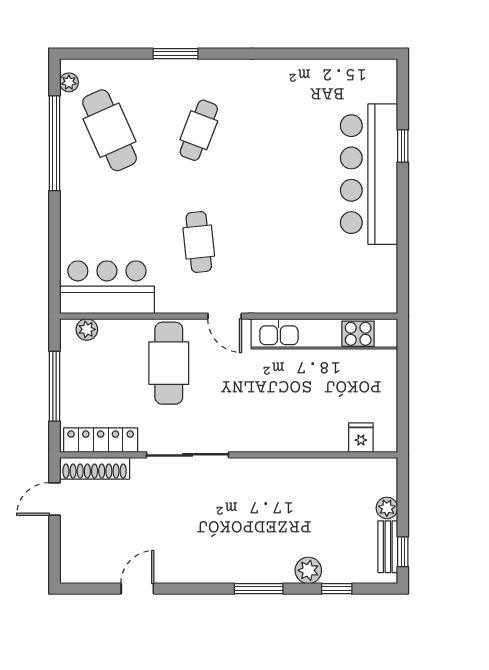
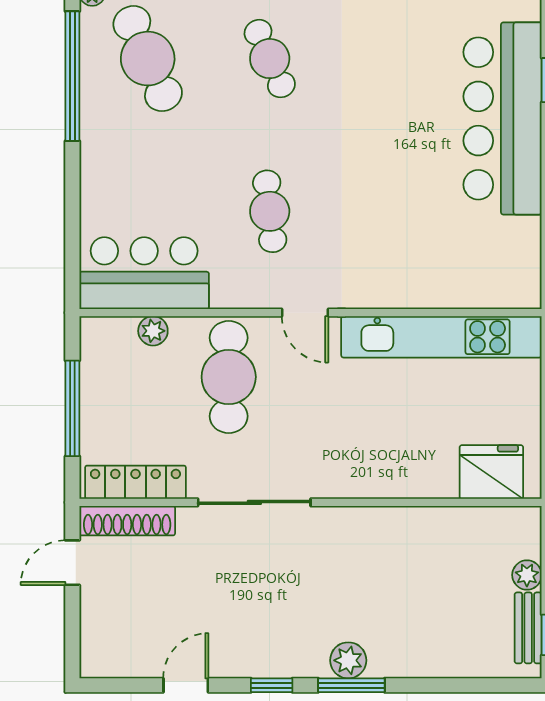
cafe table: (199, 130) -> (270, 59), turned -45
plant: (87, 329) -> (153, 331), moved
fridge: (361, 438) -> (491, 472), width x1.88, depth x1.34
plant: (308, 570) -> (348, 660), moved
window: (337, 589) -> (272, 685), moved

